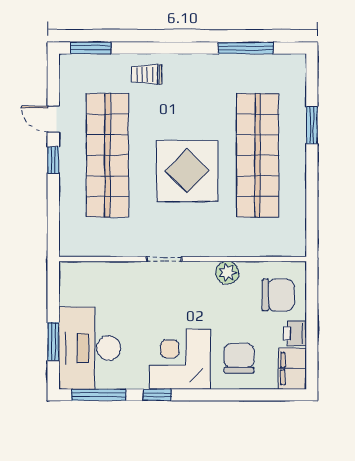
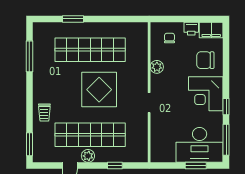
plant: (70, 151) -> (88, 156), added
window: (53, 160) -> (115, 165), moved
chair: (278, 295) -> (169, 38), width x0.54, depth x0.54

